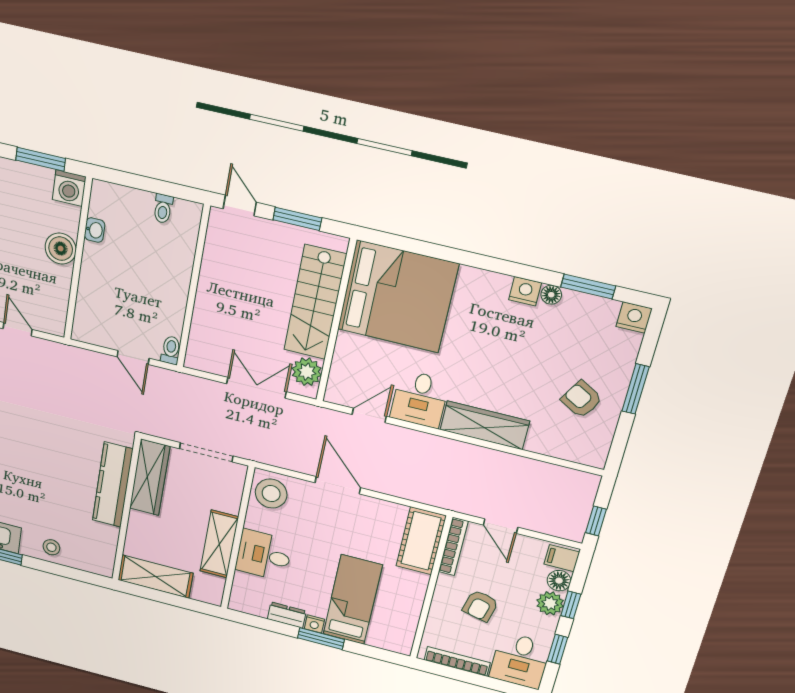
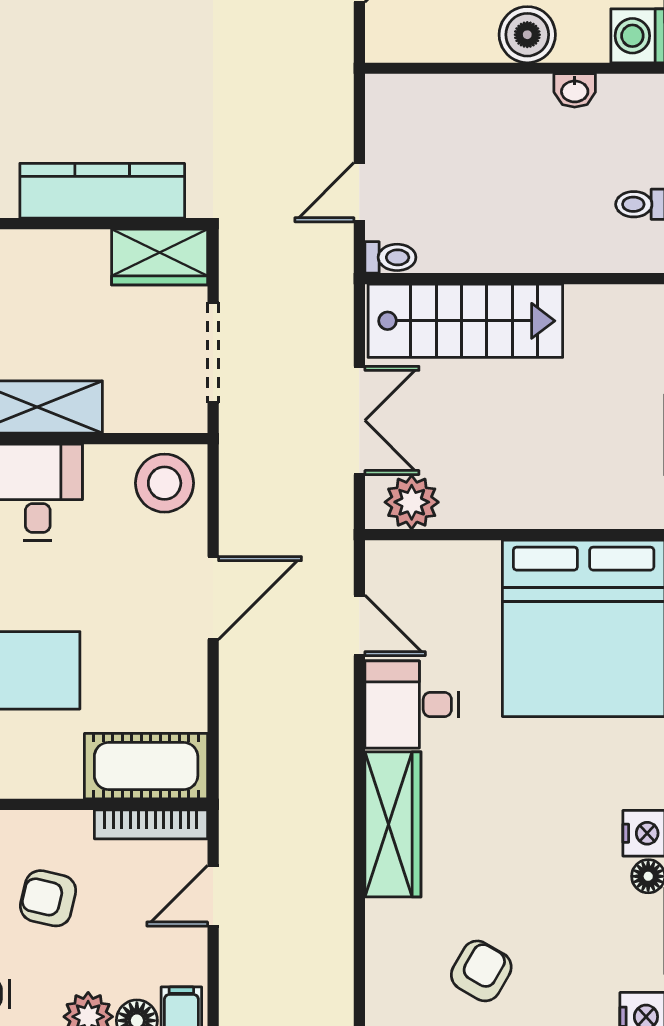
stairs: (315, 302) -> (465, 321), moved, turned 180
wardrobe: (150, 477) -> (160, 257), width x0.67

